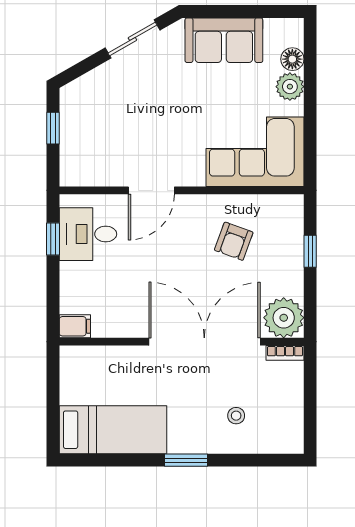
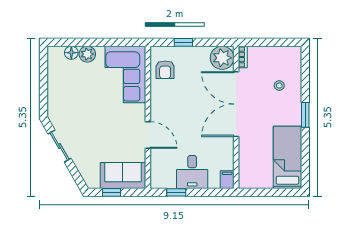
sofa: (224, 40) -> (123, 176), moved, turned -90
desk: (88, 234) -> (192, 172), moved
armchair: (234, 241) -> (165, 70), moved, turned 70

